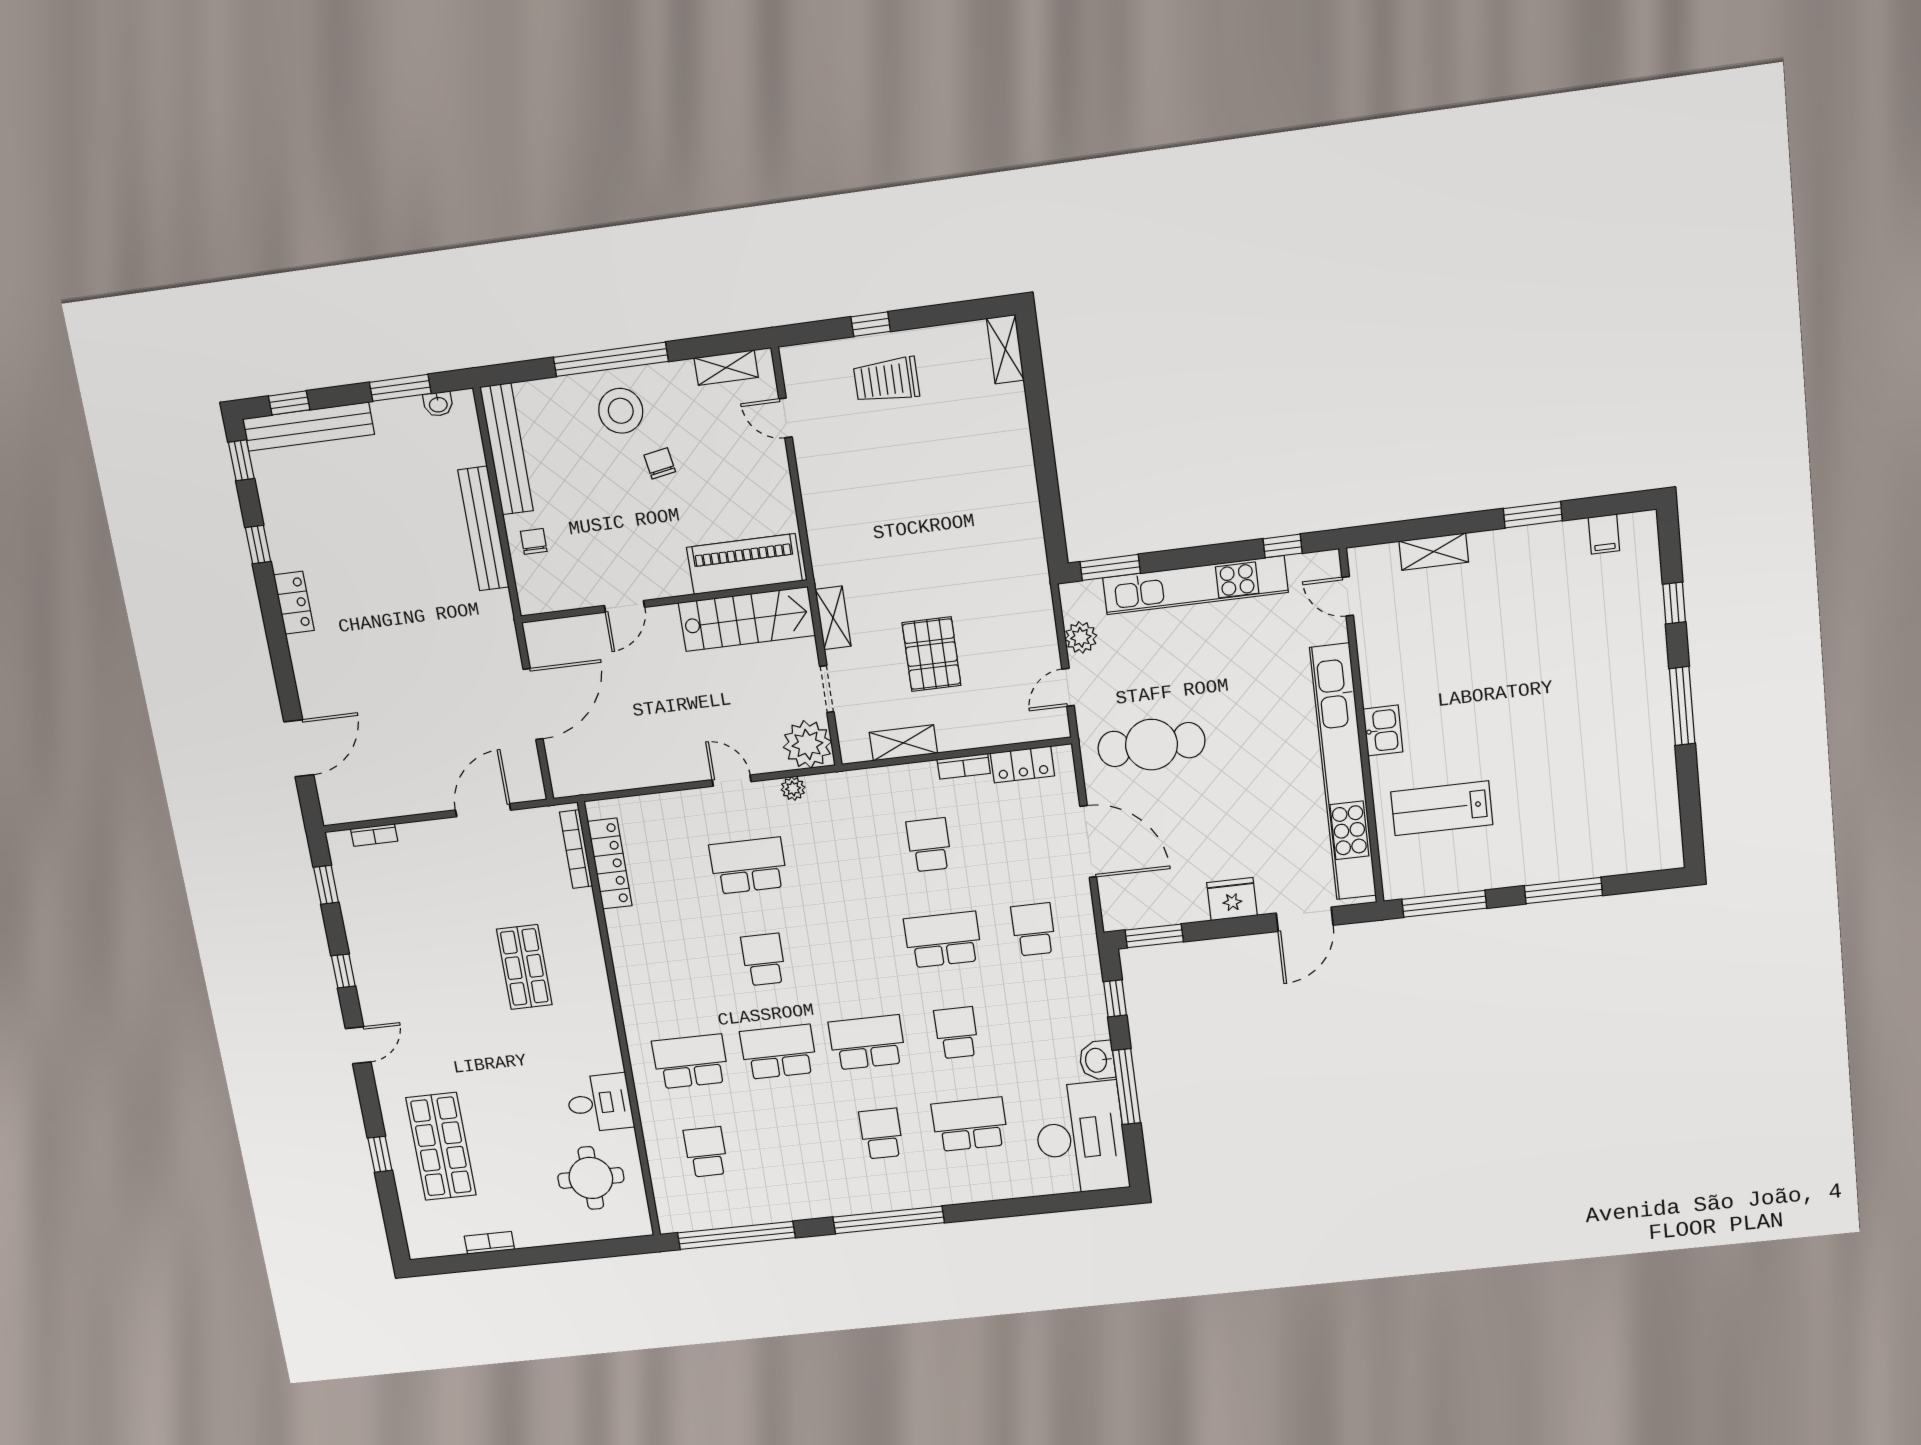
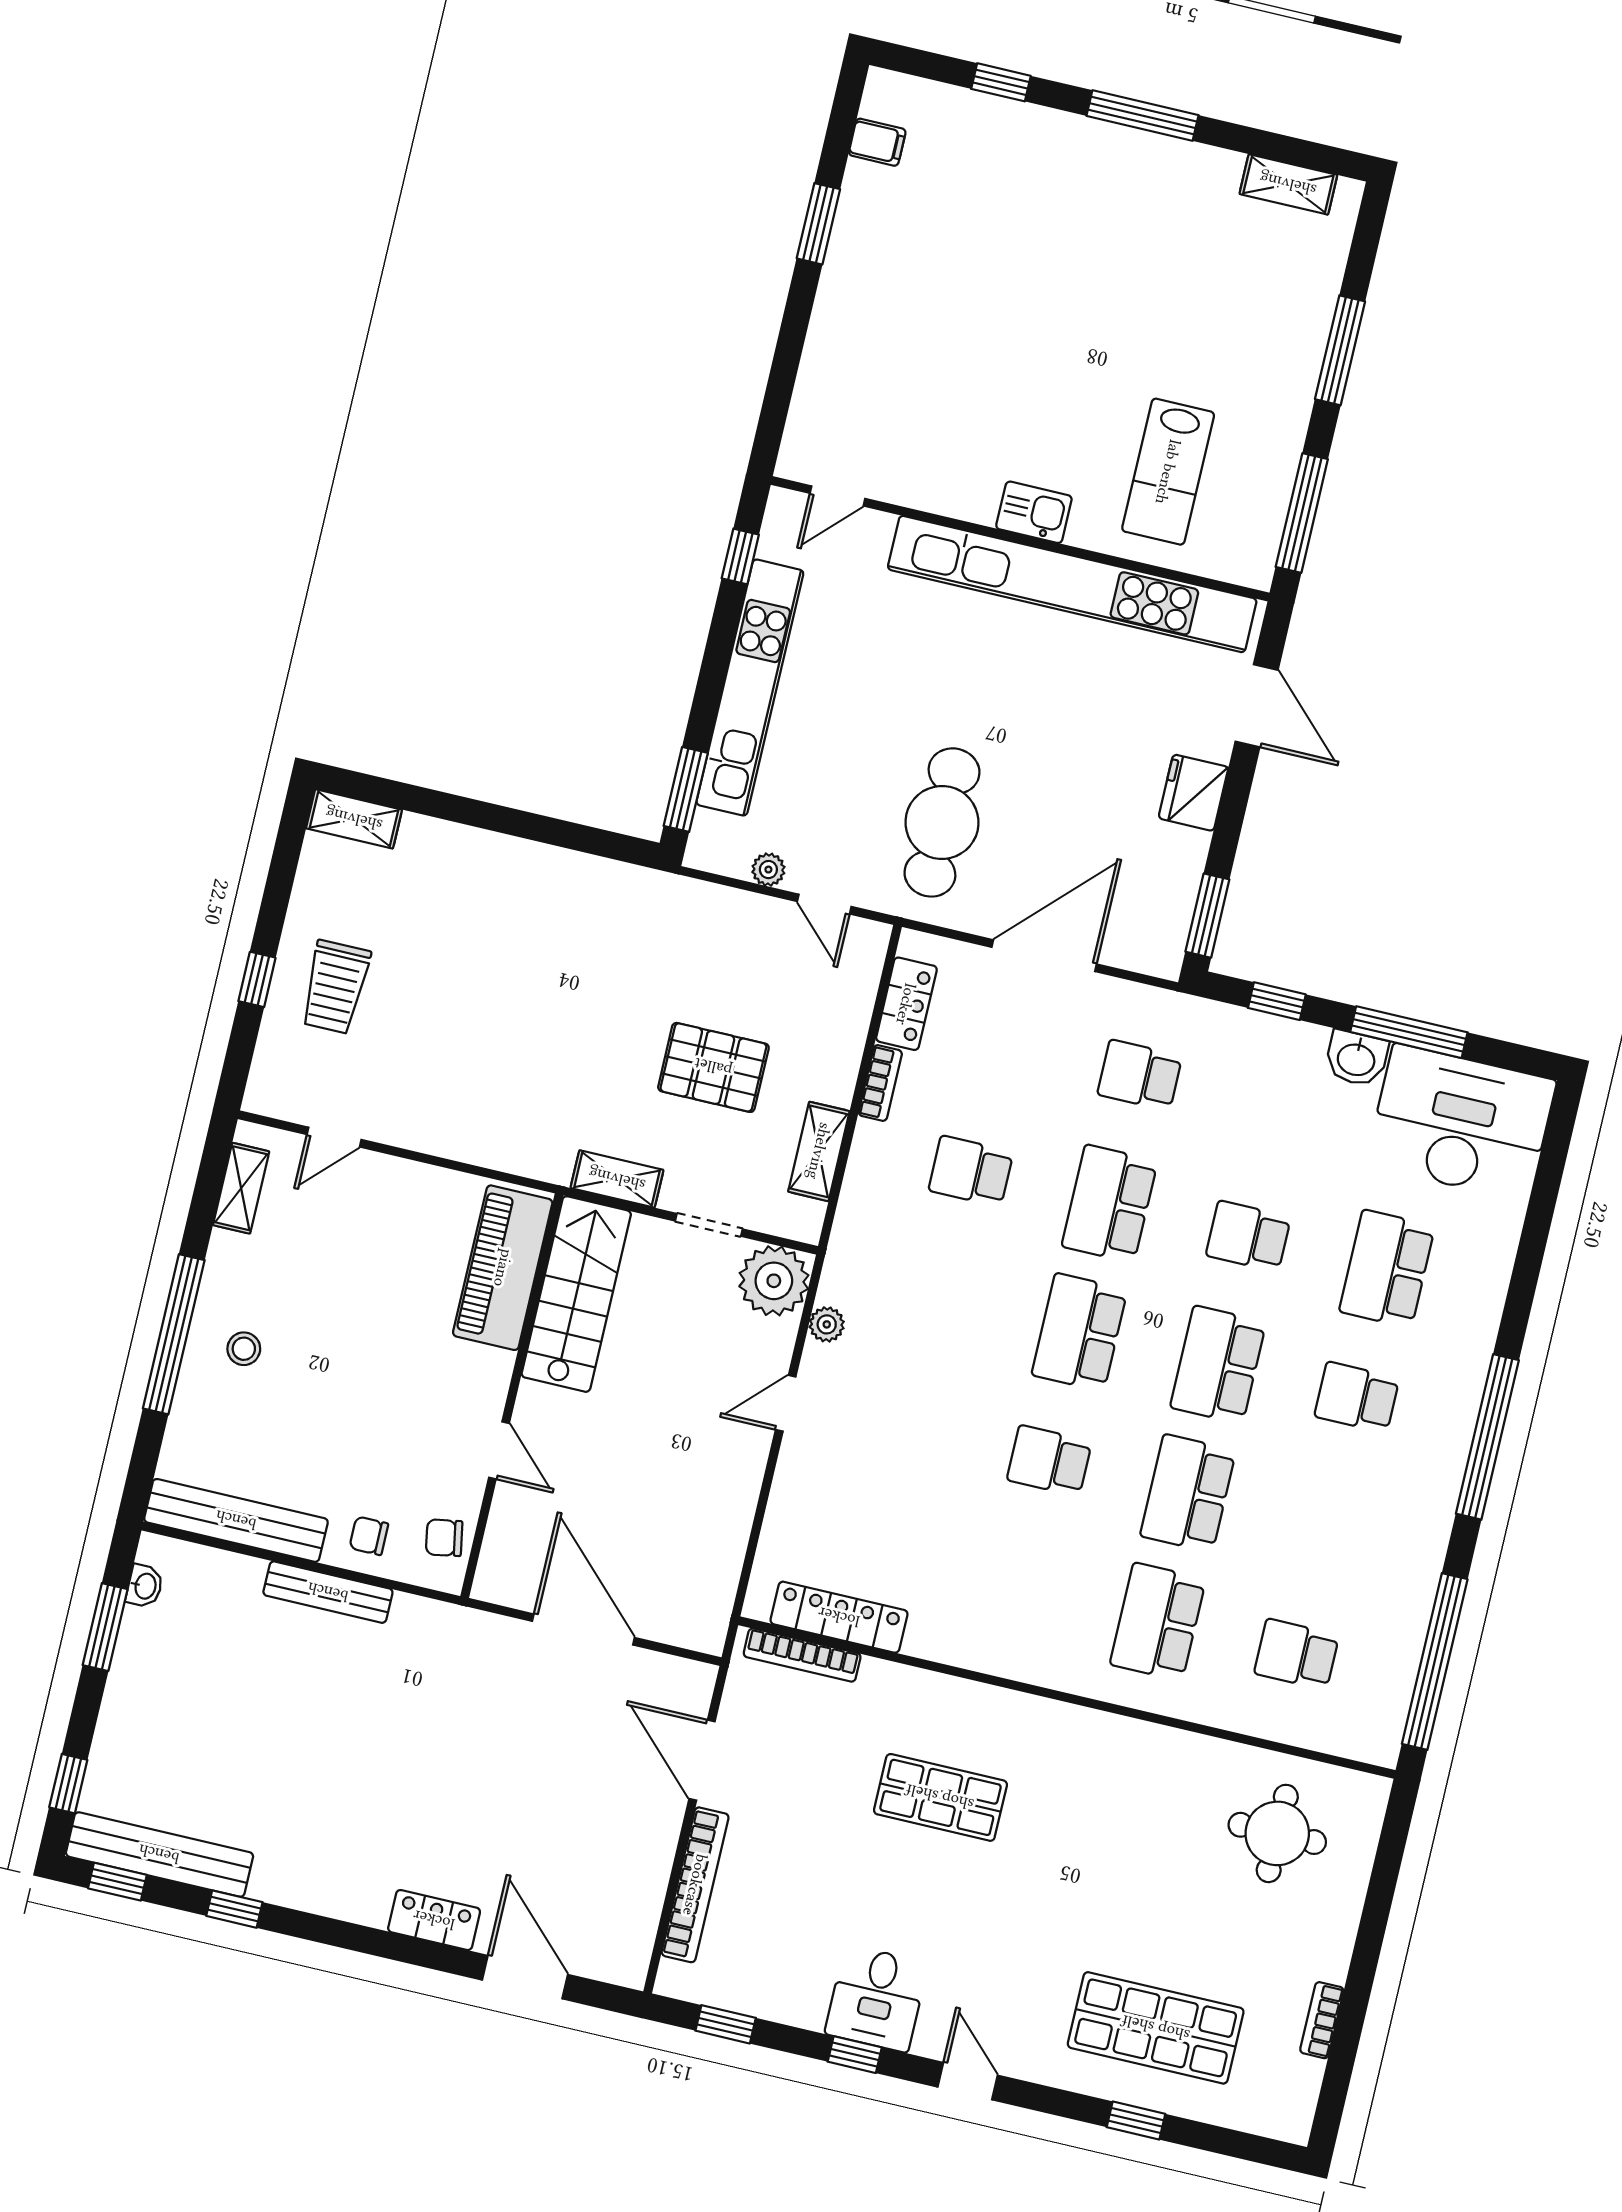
stool: (621, 411) -> (244, 1349), width x0.53, depth x0.53
bench: (308, 427) -> (159, 1854), moved, turned 90
chair: (660, 463) -> (444, 1538), moved
bench: (483, 529) -> (328, 1592), width x0.73, depth x0.82
shelving: (1434, 552) -> (1288, 184), moved, turned 90
locker: (294, 603) -> (434, 1920), moved
plant: (1081, 637) -> (768, 870), width x0.73, depth x0.73
bookcase: (374, 835) -> (695, 1885), width x2.31, depth x1.31
school desk: (748, 866) -> (1079, 1332), moved
desk: (600, 1103) -> (877, 1998), moved, turned 180

